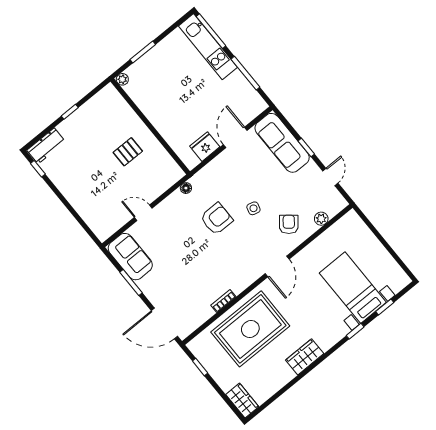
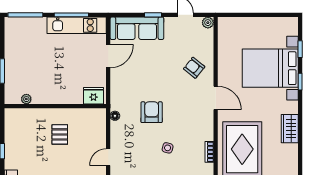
kitchen unit: (208, 47) -> (77, 25), moved
plant: (122, 79) -> (26, 99), moved
door: (235, 137) -> (108, 56), swing flipped
fridge: (205, 147) -> (93, 96), moved, turned 90
side table: (253, 208) -> (168, 148), moved
plant: (321, 219) -> (208, 23), moved
bed with nightstands: (353, 288) -> (270, 68), width x1.36

